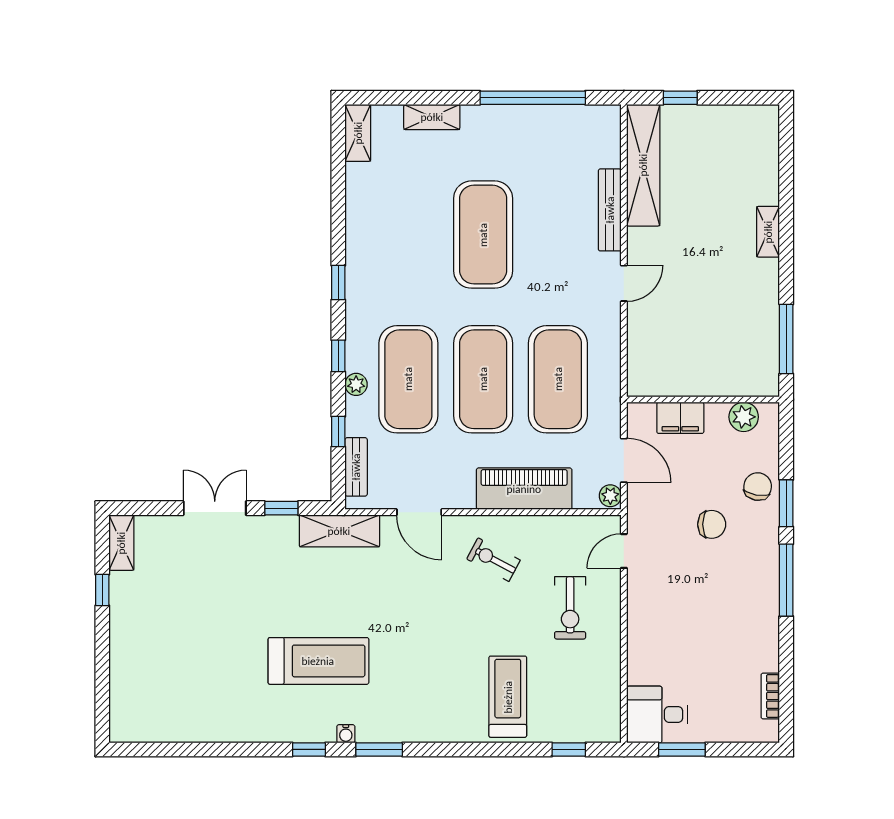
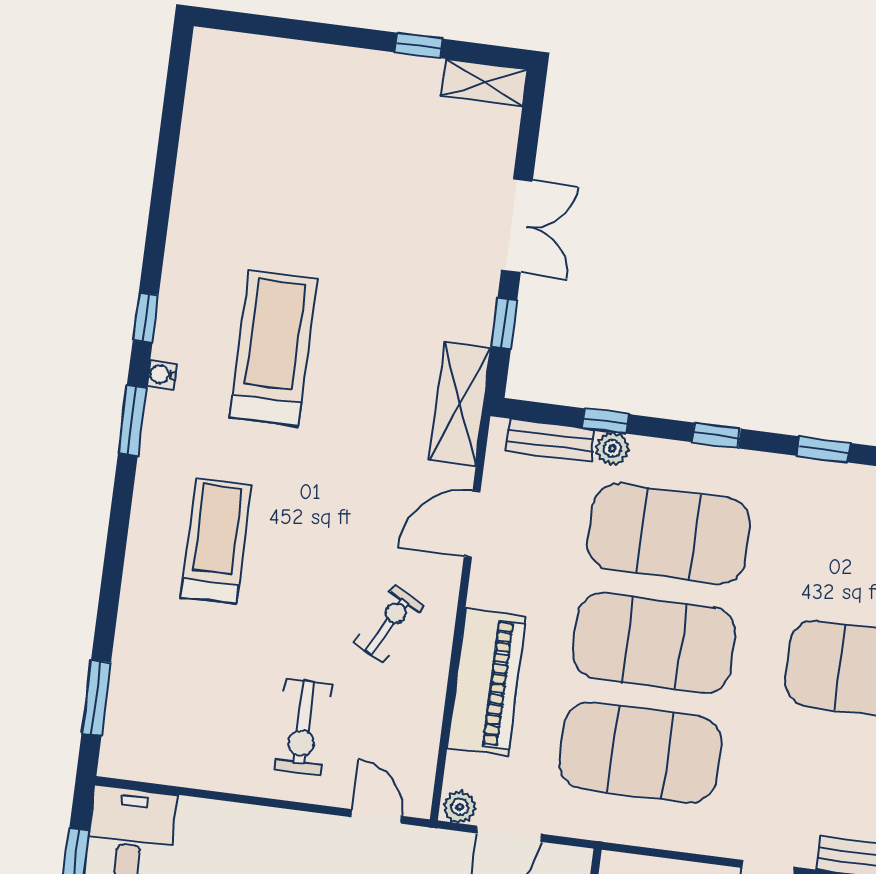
plant: (356, 384) -> (612, 448), moved
exercise bike: (570, 608) -> (303, 727), turned -90
treadmill: (318, 661) -> (273, 348), turned 180
treadmill: (508, 697) -> (216, 541), moved, turned -90
window: (569, 749) -> (96, 698), width x1.50

